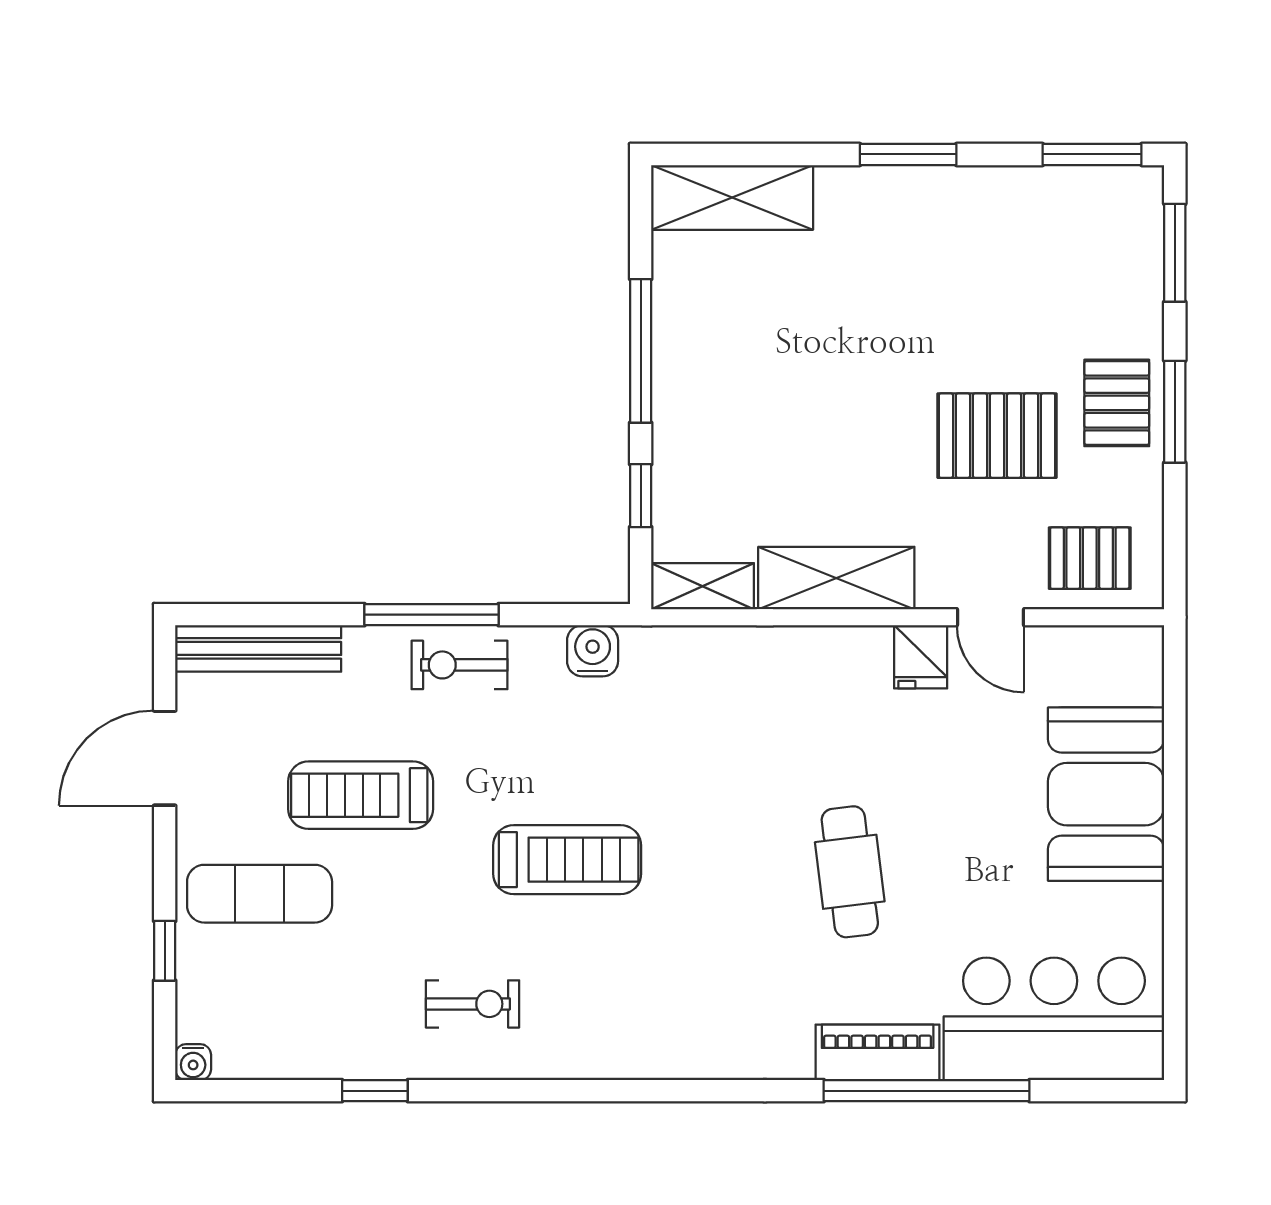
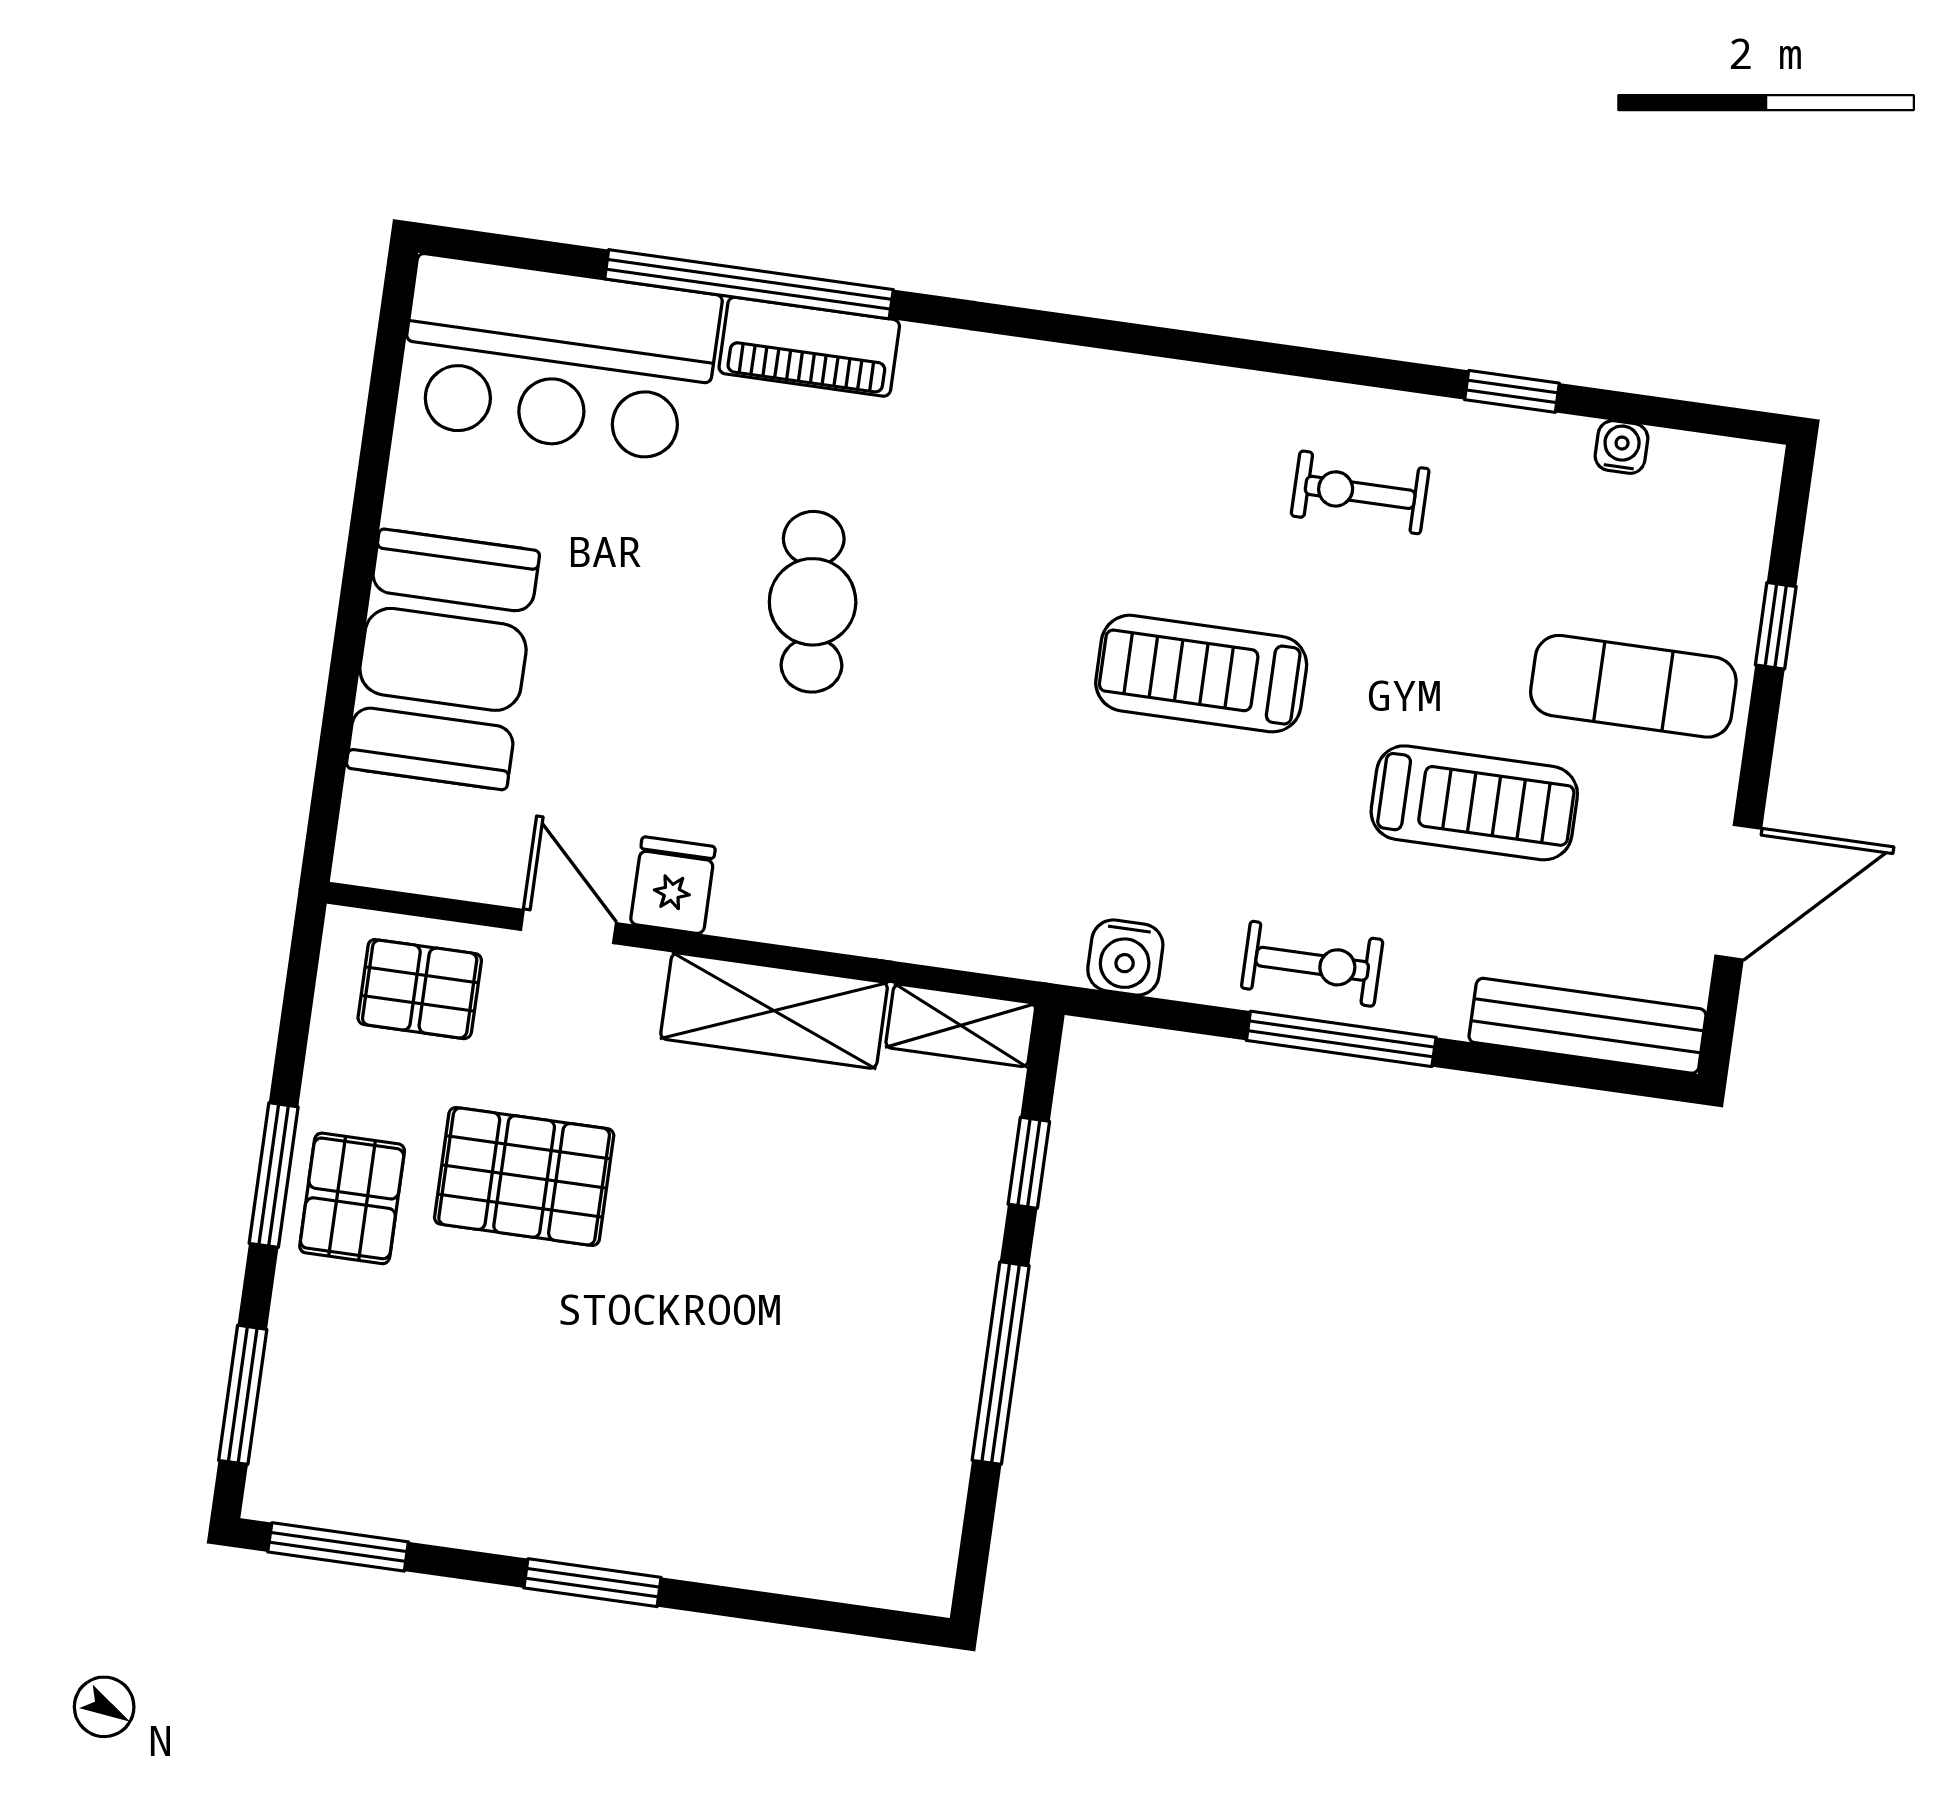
shelving: (732, 197) -> (844, 1557), removed
water cooler: (193, 1062) -> (1621, 447), moved

